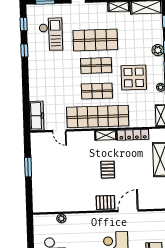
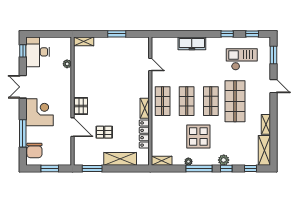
checkout: (51, 34) -> (242, 59), turned 180
freezer: (37, 116) -> (192, 43), moved
shop shelf: (98, 117) -> (163, 101), width x0.50, depth x0.74
door: (59, 131) -> (150, 65), swing flipped
pallet: (108, 170) -> (104, 132), moved
shelving: (37, 202) -> (84, 41), added

